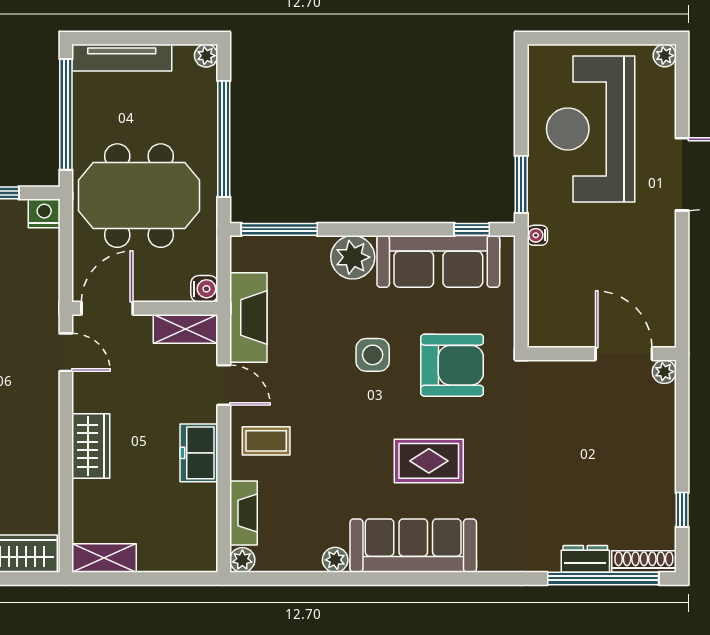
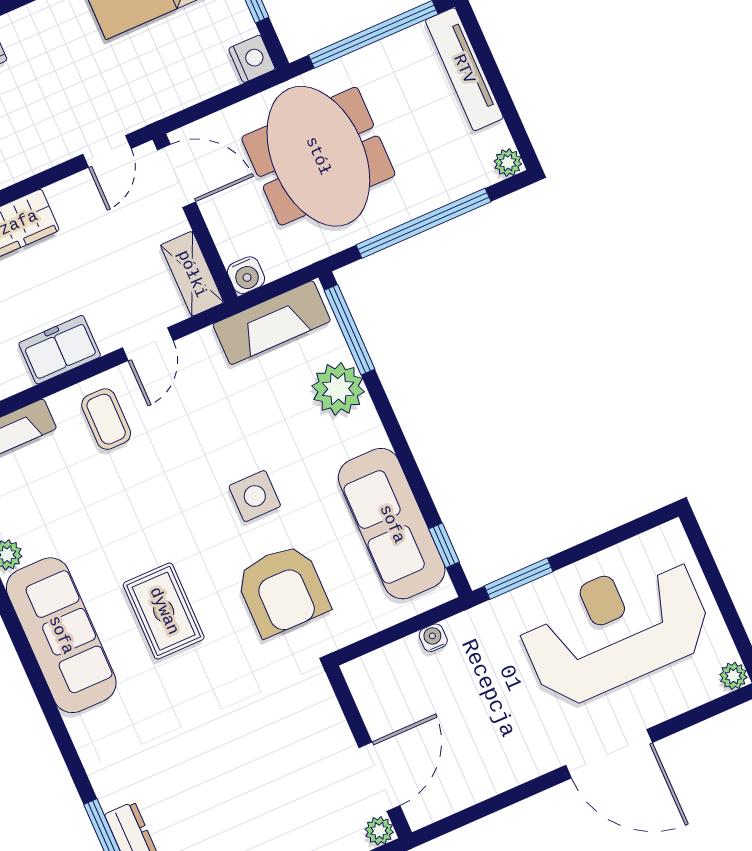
water cooler: (537, 235) -> (433, 638), moved
plant: (353, 257) -> (338, 389), moved
fireplace: (248, 318) -> (272, 323), moved

